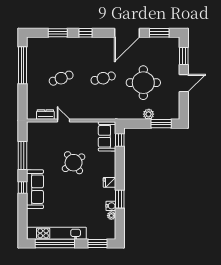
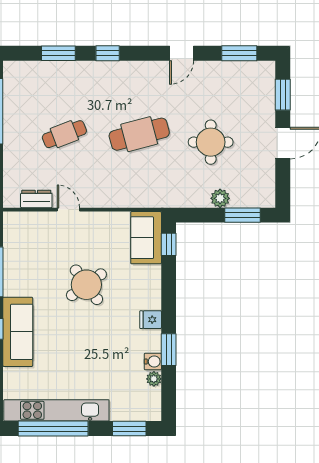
door: (127, 33) -> (182, 53), width x0.53
cafe table: (103, 78) -> (139, 134), width x1.37, depth x1.35
round table: (143, 83) -> (211, 142), width x0.73, depth x0.73

